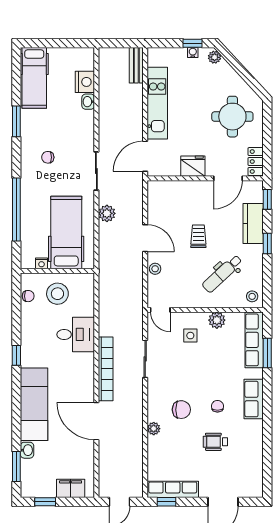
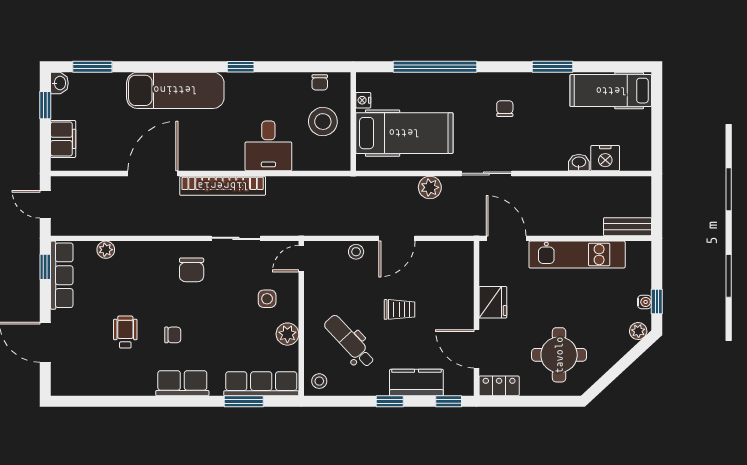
chair: (181, 410) -> (192, 270), moved
plant: (154, 429) -> (106, 250), moved
washbasin: (27, 450) -> (59, 83), moved, turned -90

